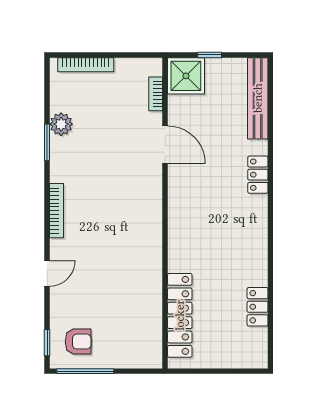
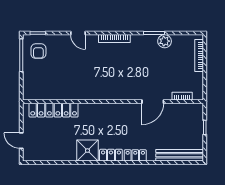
shower: (186, 76) -> (87, 151), moved
locker: (258, 307) -> (111, 155), moved
door: (232, 371) -> (21, 141), added

